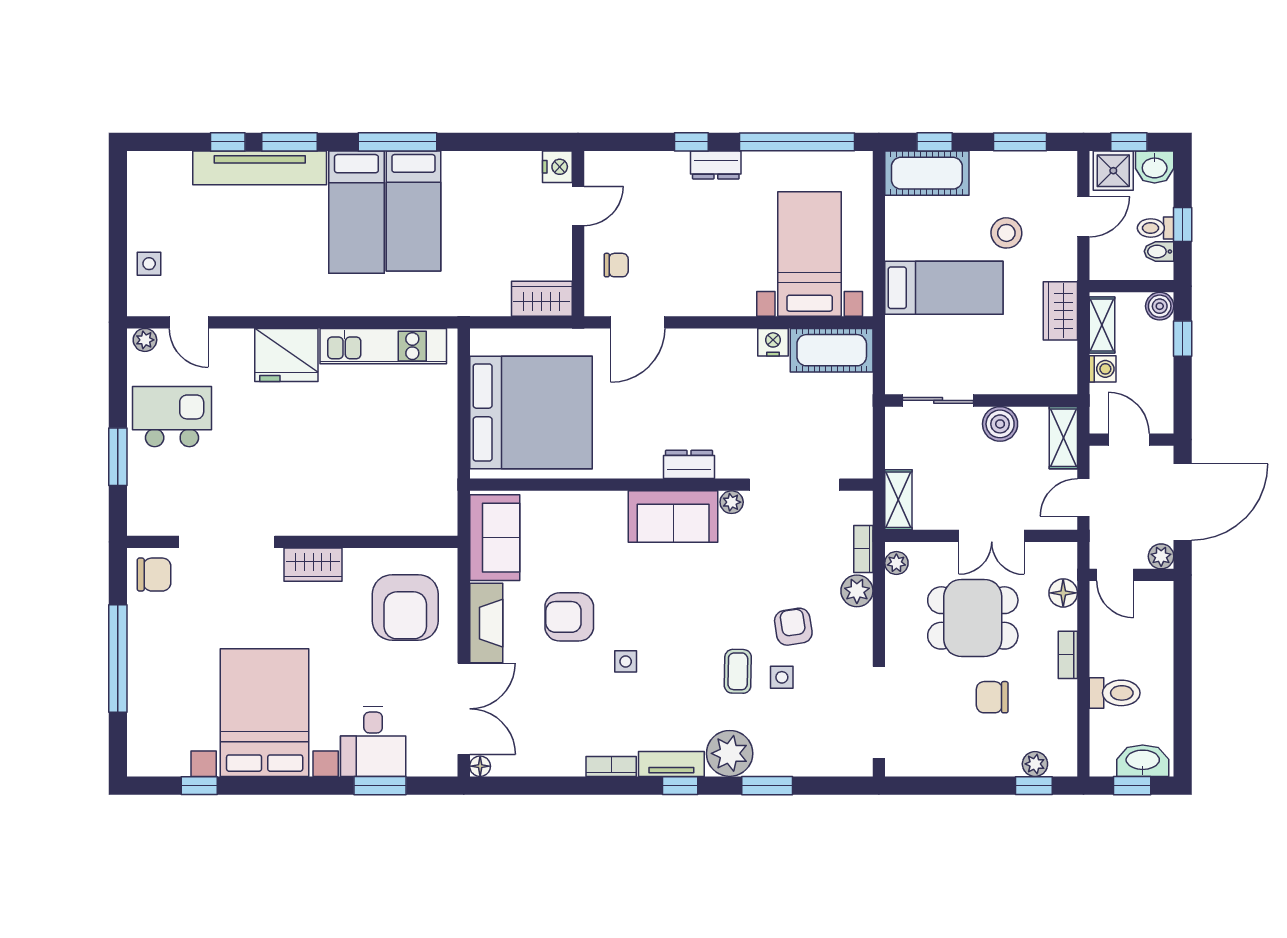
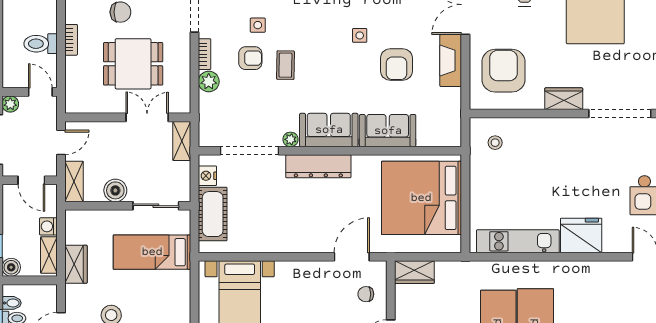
bed: (944, 288) -> (152, 252), moved
nightstand: (773, 342) -> (207, 176), moved, turned 90
cot: (832, 350) -> (213, 214), moved, turned 90
dresser: (689, 464) -> (318, 166), width x1.96, depth x1.24
stool: (418, 497) -> (495, 143), added
double door: (992, 536) -> (147, 117), moved
sofa: (495, 538) -> (388, 131), moved, turned 90
bookcase: (863, 549) -> (205, 54), moved
plant: (896, 563) -> (183, 100), removed
floor lamp: (1063, 593) -> (74, 80), removed
armchair: (569, 617) -> (396, 65), turned 90
armchair: (793, 627) -> (250, 58), turned -81
coffee table: (738, 671) -> (285, 65), moved
toilet: (1115, 693) -> (41, 44), moved

